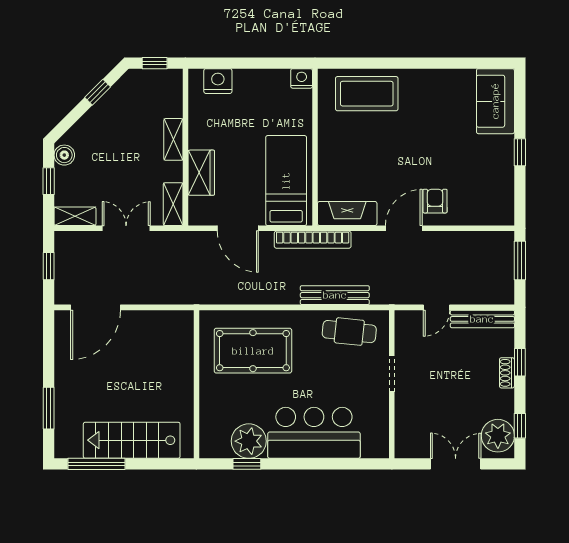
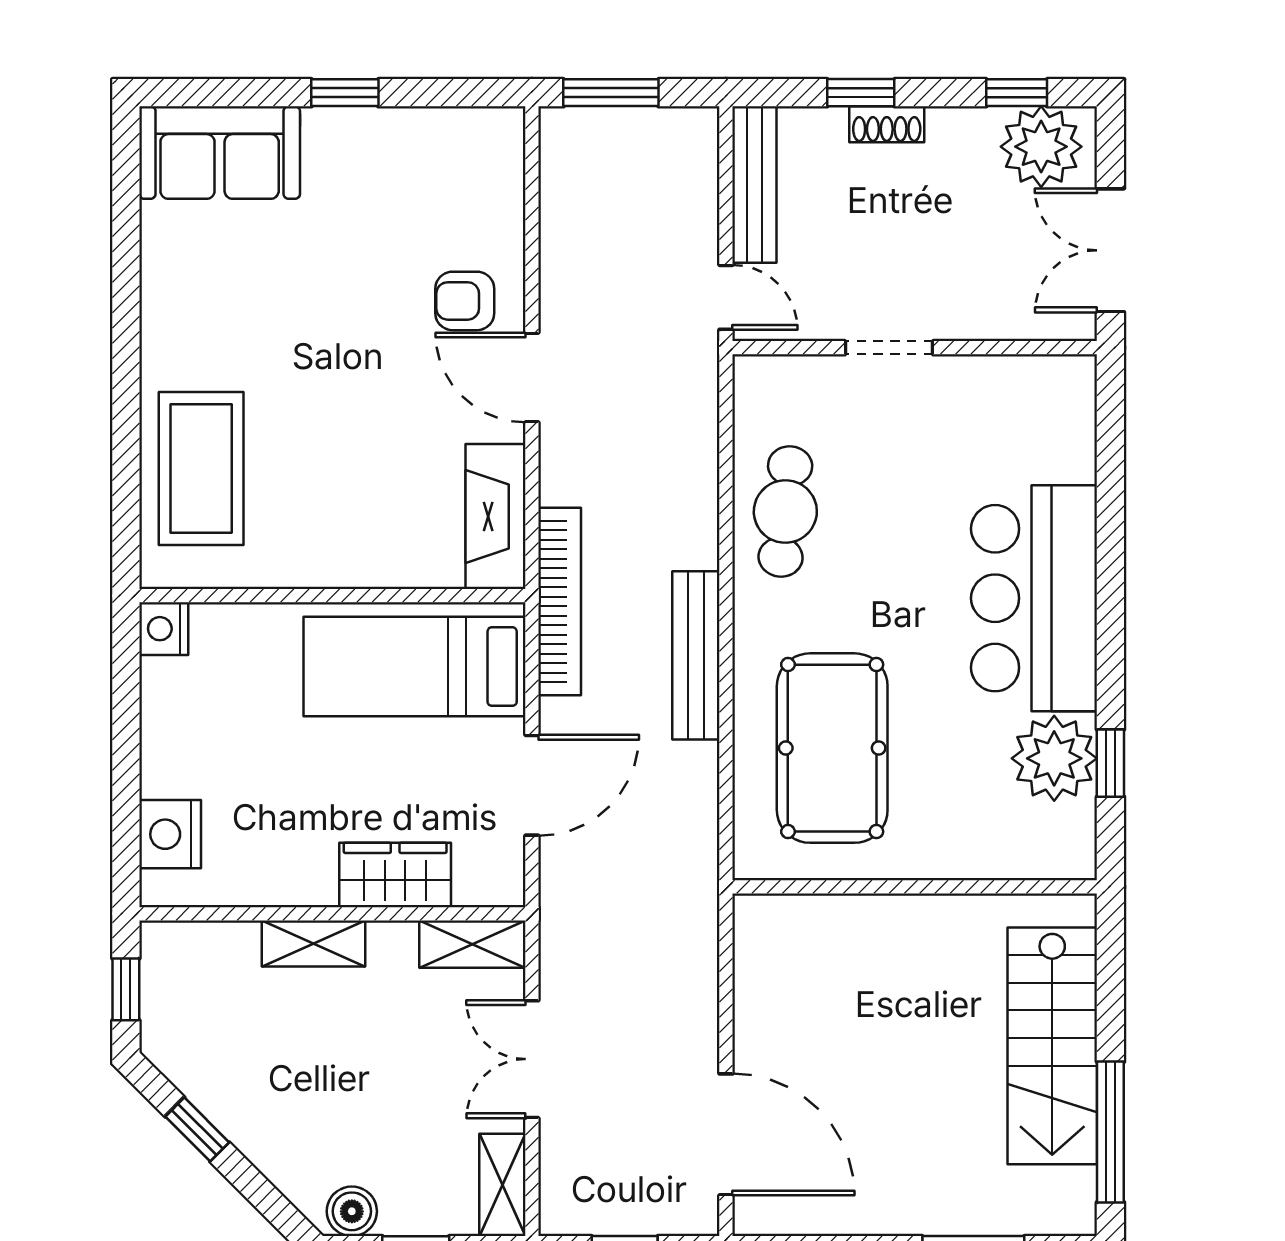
bench: (335, 295) -> (696, 655), moved
doorway: (392, 374) -> (889, 348), moved
wall: (392, 384) -> (915, 348), moved

